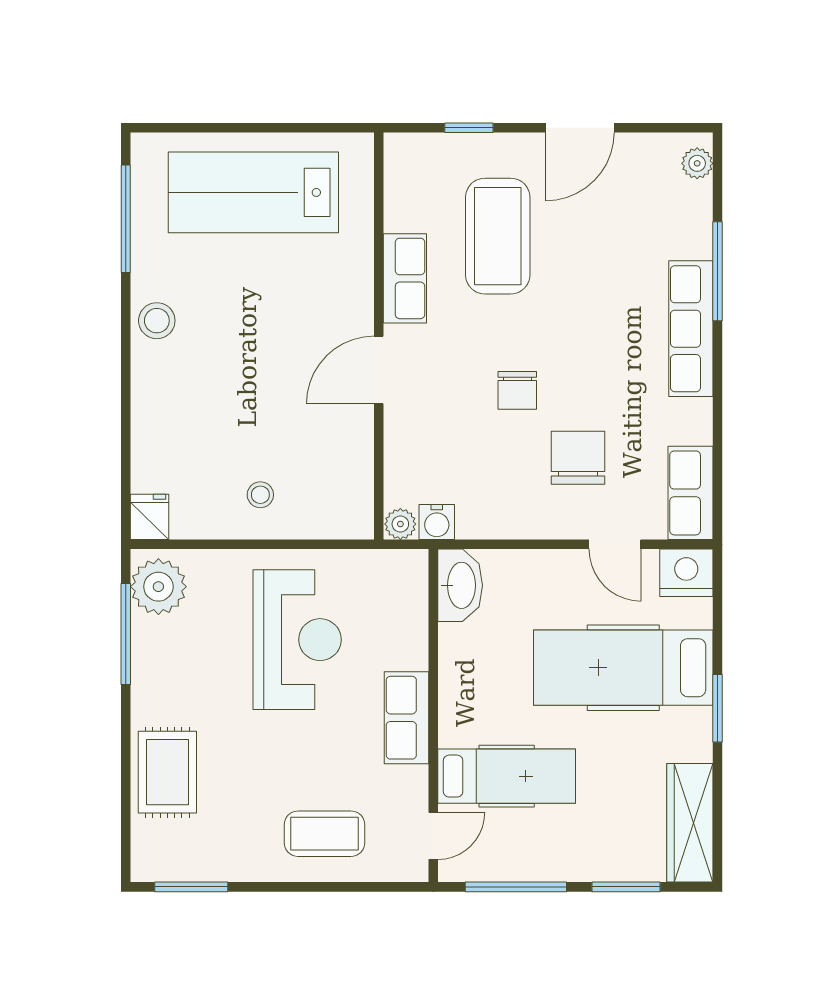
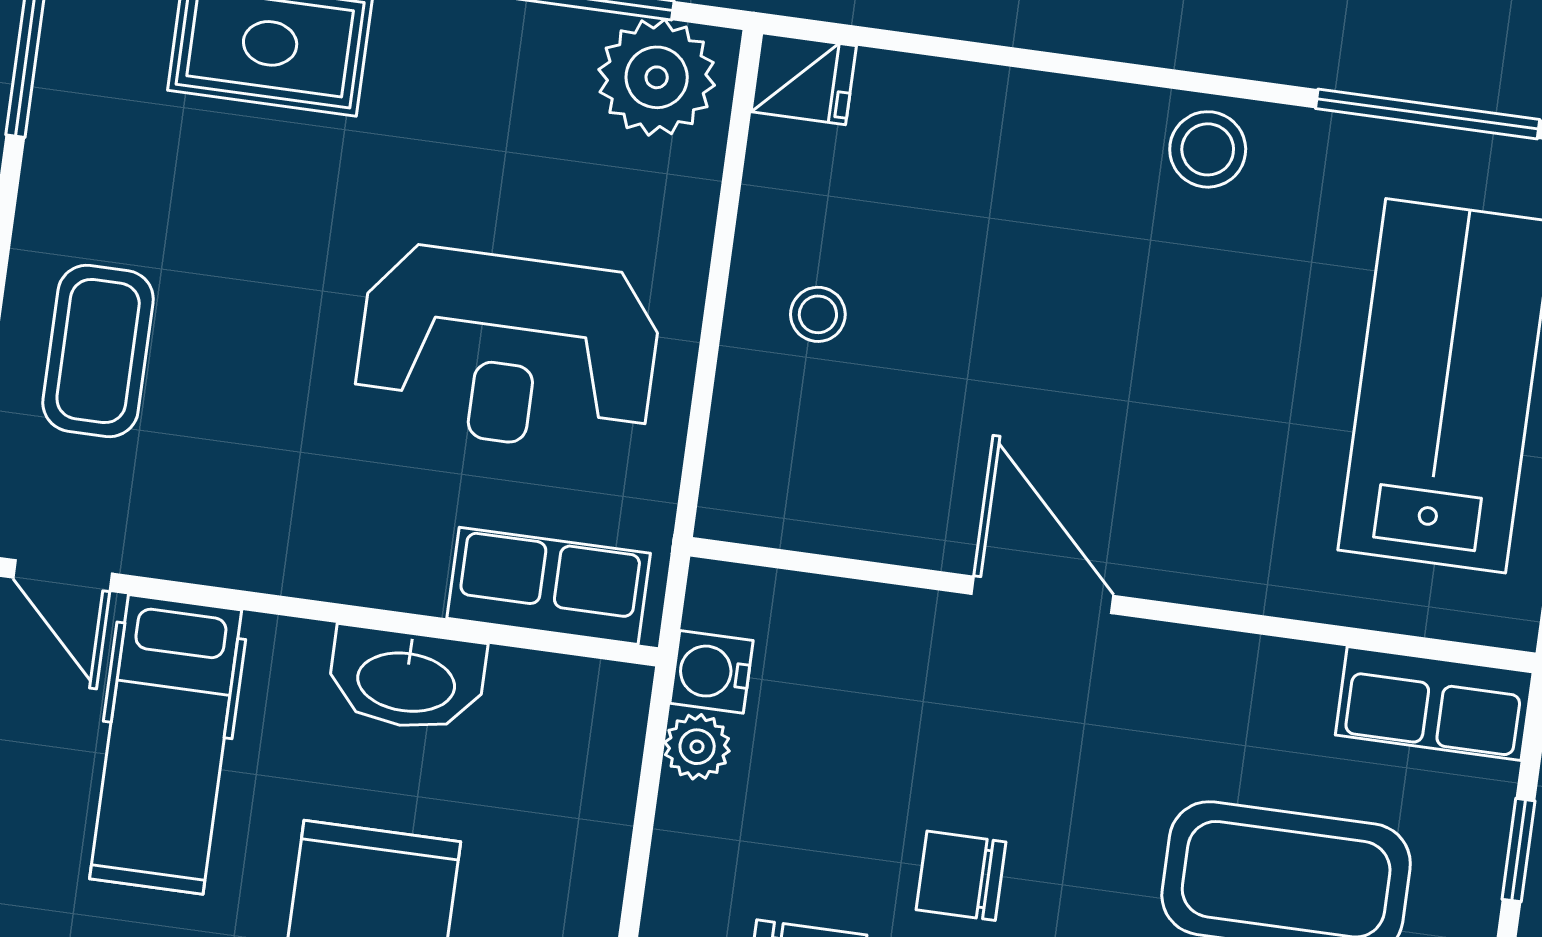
row of seats: (405, 278) -> (1434, 704), moved
plant: (400, 524) -> (697, 747), moved
washbasin: (460, 585) -> (406, 679), moved
row of seats: (407, 718) -> (549, 586), moved

